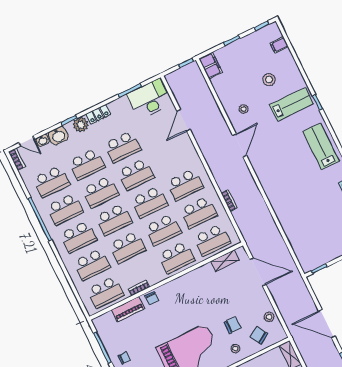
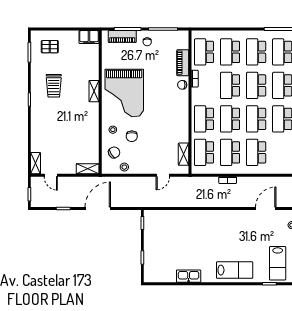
door: (240, 145) -> (266, 208), swing flipped
door: (258, 272) -> (163, 175), width x0.53

